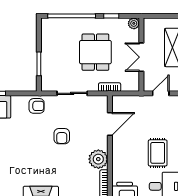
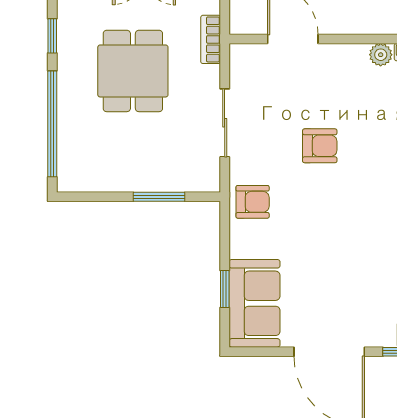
dining table: (95, 52) -> (133, 71), turned 90
armchair: (37, 106) -> (253, 202), turned 90
plant: (98, 159) -> (381, 55), width x0.53, depth x0.53

